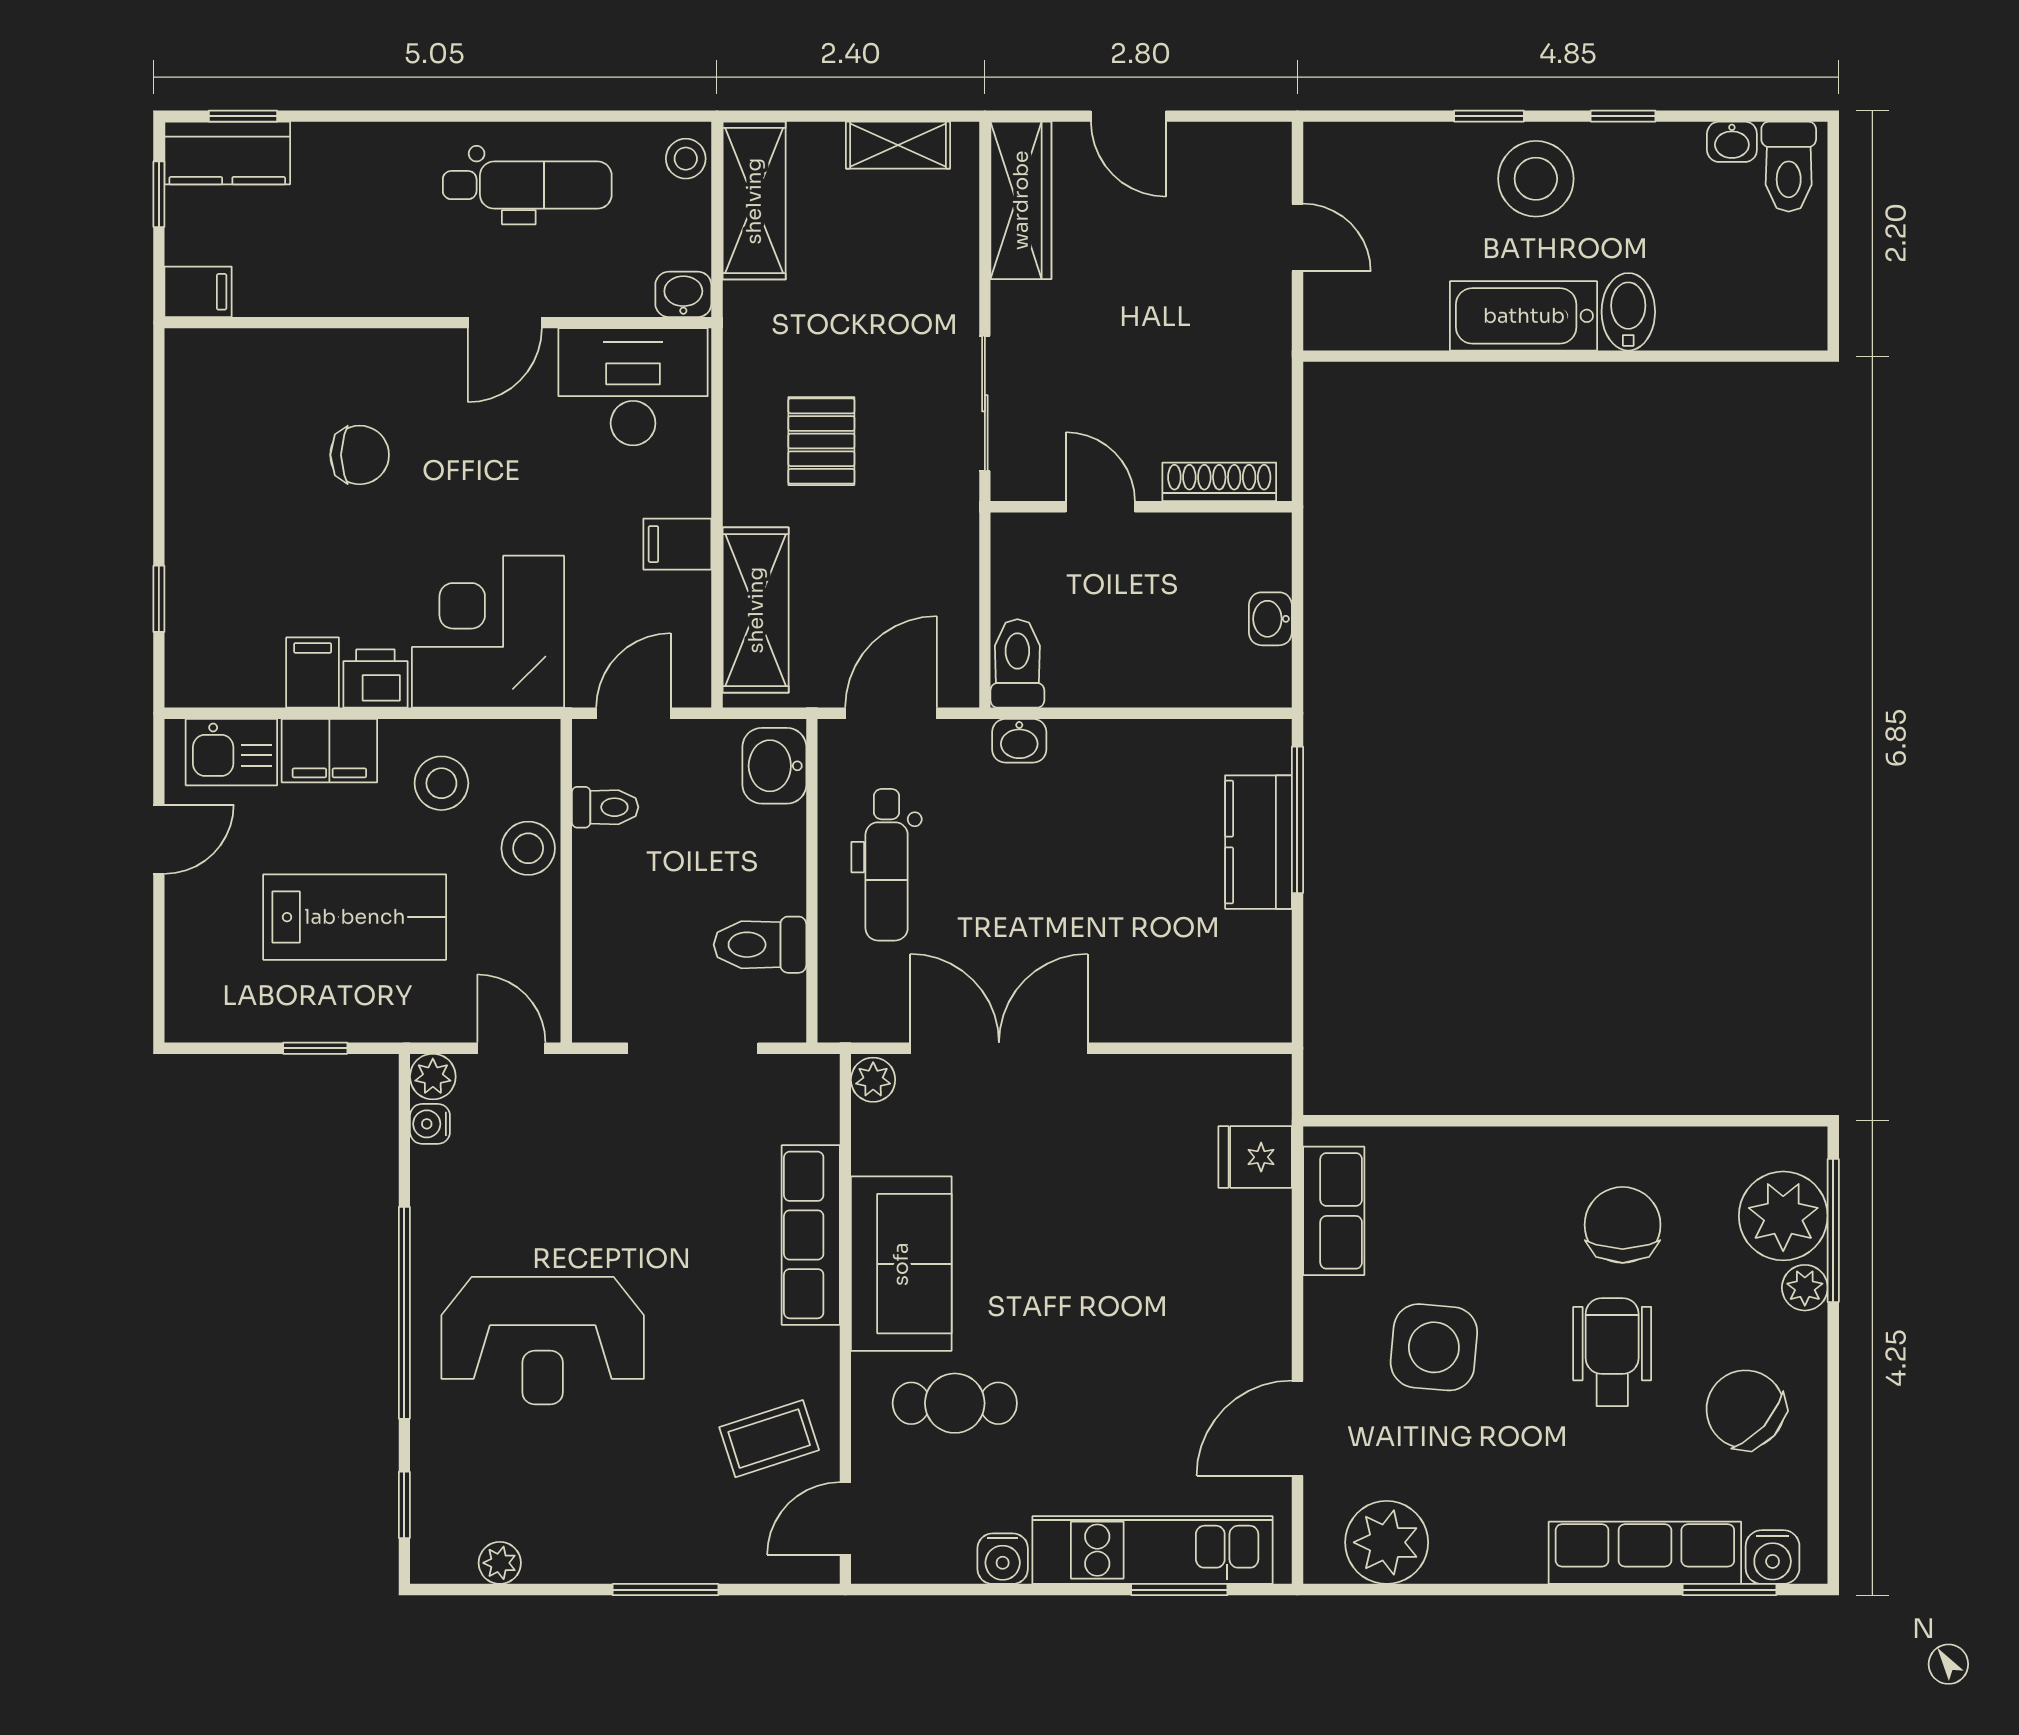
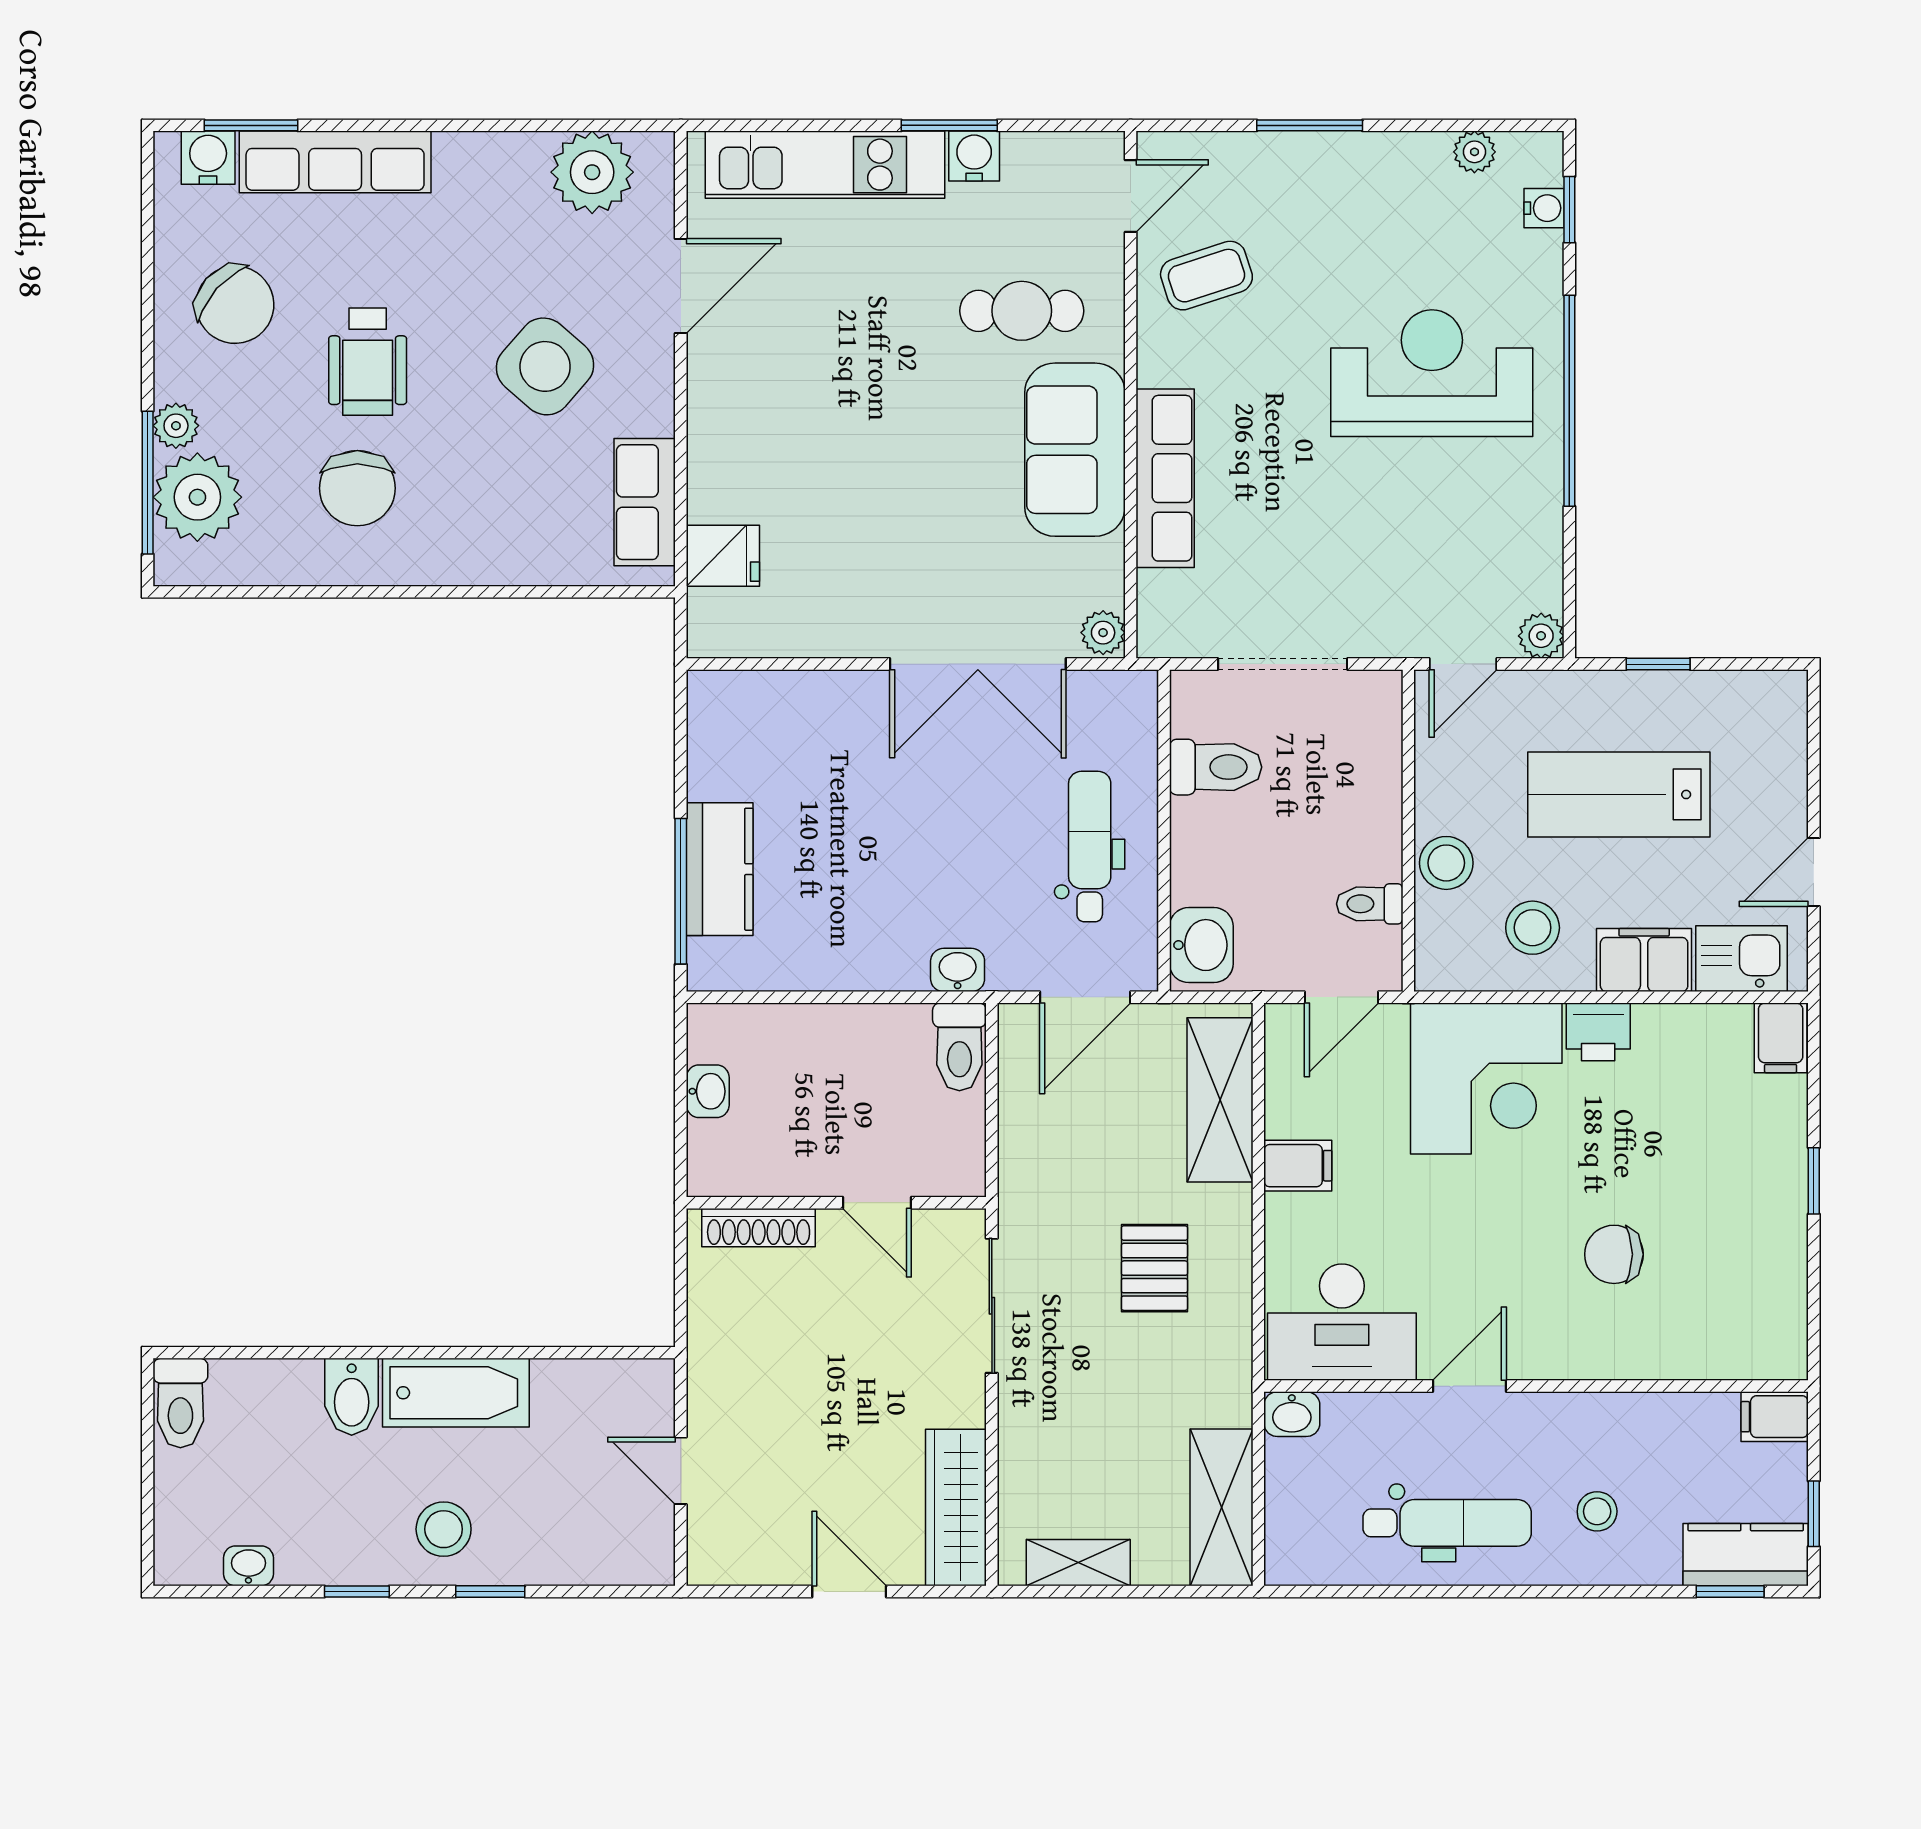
stool: (686, 159) -> (1597, 1511), moved
toilet: (1789, 167) -> (180, 1403), moved, turned 180
stool: (1536, 179) -> (444, 1529), width x0.73, depth x0.73
dental chair: (527, 185) -> (1447, 1523), turned 180
window: (159, 599) -> (1814, 1181), moved
filing cabinet: (313, 673) -> (1781, 1038), moved
door: (511, 1048) -> (1463, 664), hinge flipped
water cooler: (430, 1124) -> (1544, 208), moved
side table: (1434, 1347) -> (545, 366), turned 36
window: (1179, 1590) -> (949, 125), moved

